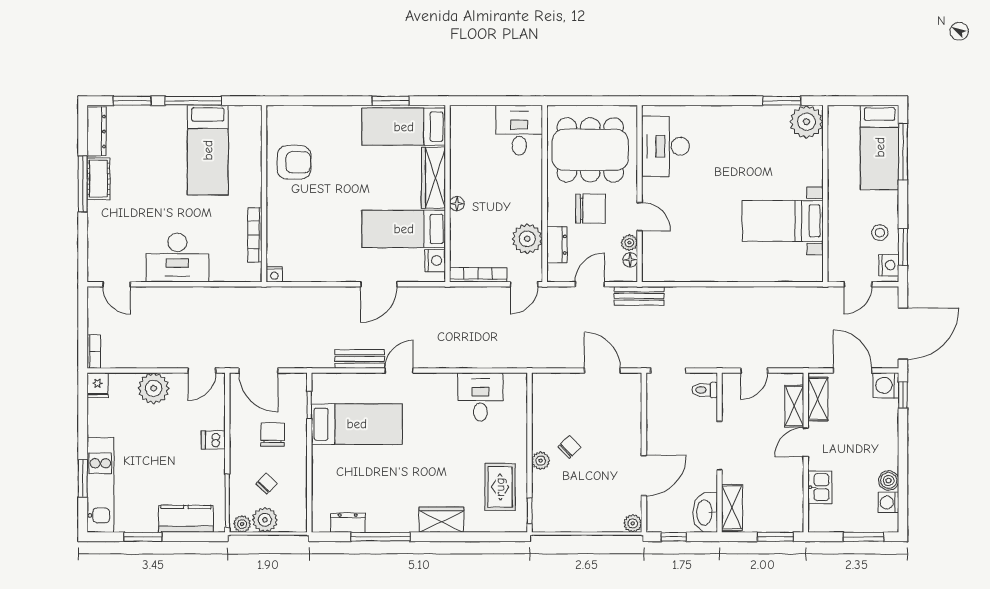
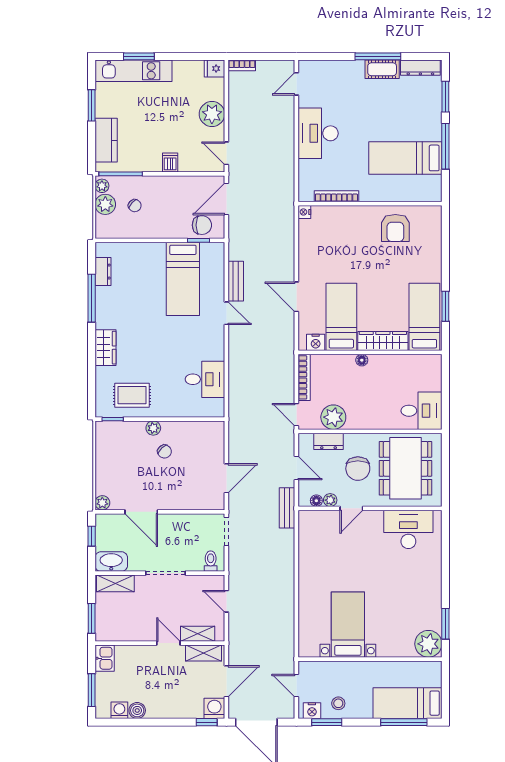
chair: (273, 434) -> (202, 225), moved
kitchen sink: (820, 487) -> (105, 658), moved, turned -90

